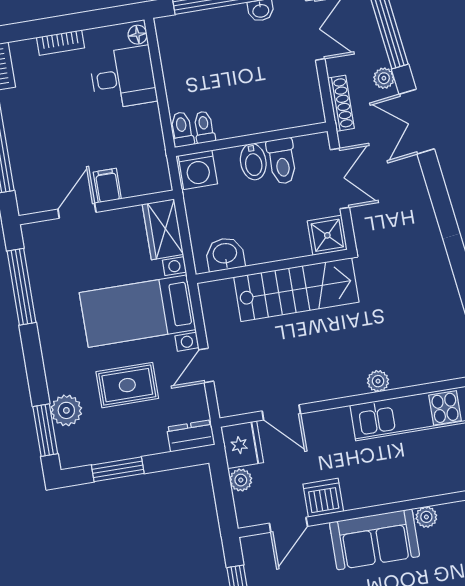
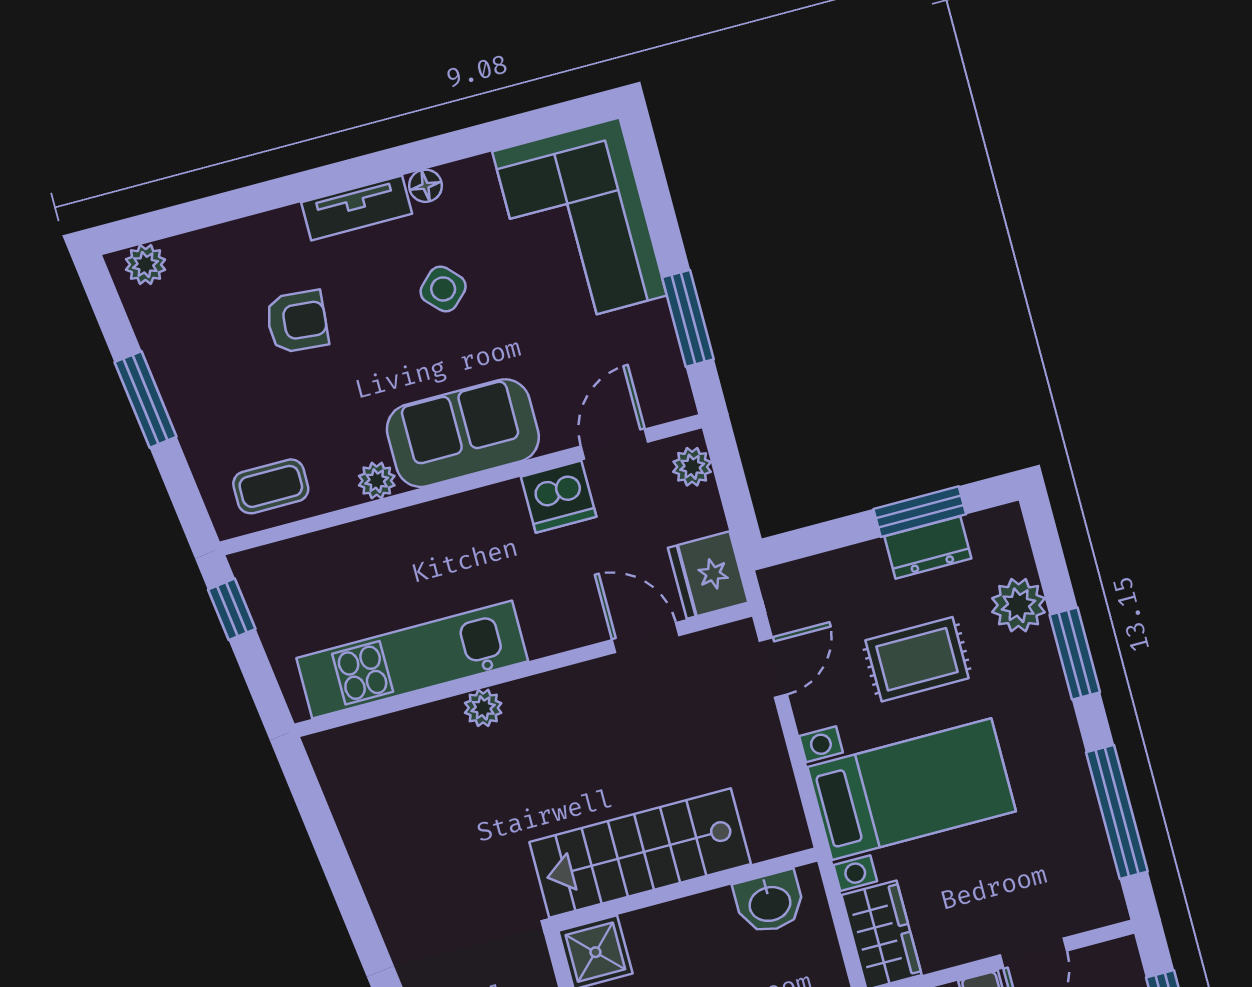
door: (206, 365) -> (773, 668), moved
window: (45, 430) -> (1075, 654), moved
dresser: (191, 436) -> (928, 547), moved
plant: (241, 480) -> (692, 467), moved

